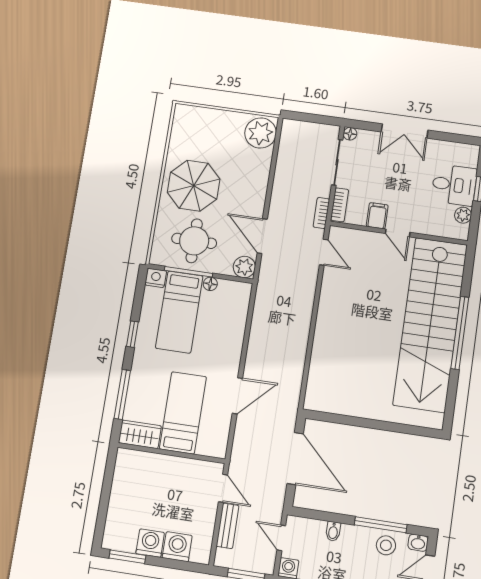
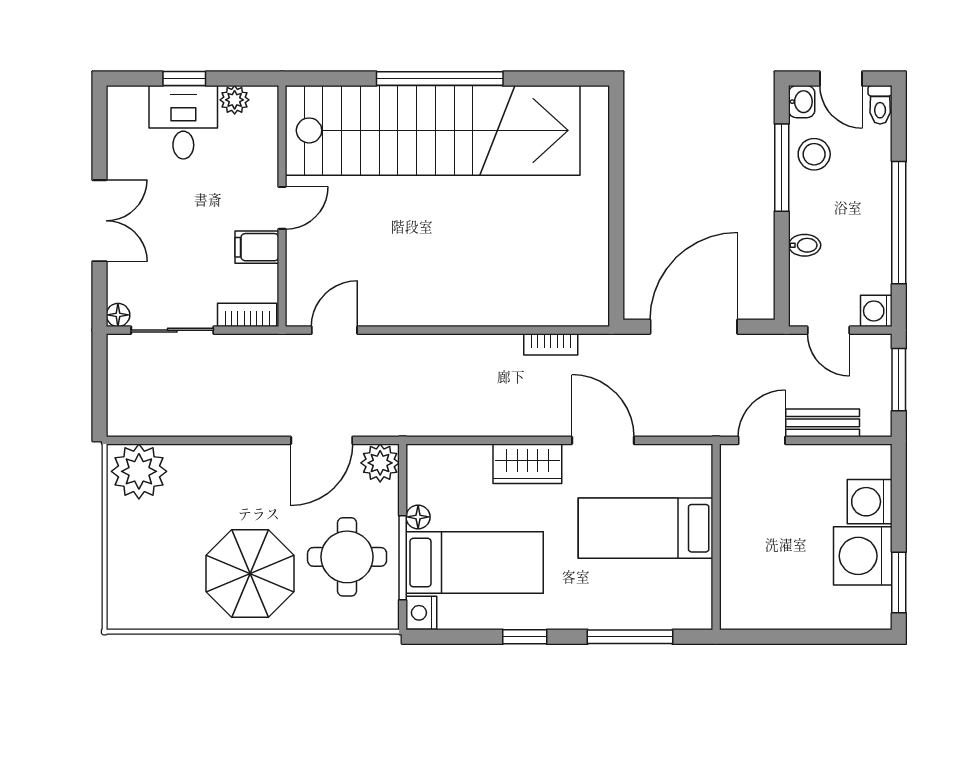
bookcase: (321, 213) -> (551, 344), moved
wardrobe: (140, 434) -> (527, 464), moved, turned -90
door: (281, 538) -> (828, 330), hinge flipped
washing machine: (150, 543) -> (863, 556), width x1.37, depth x1.37

